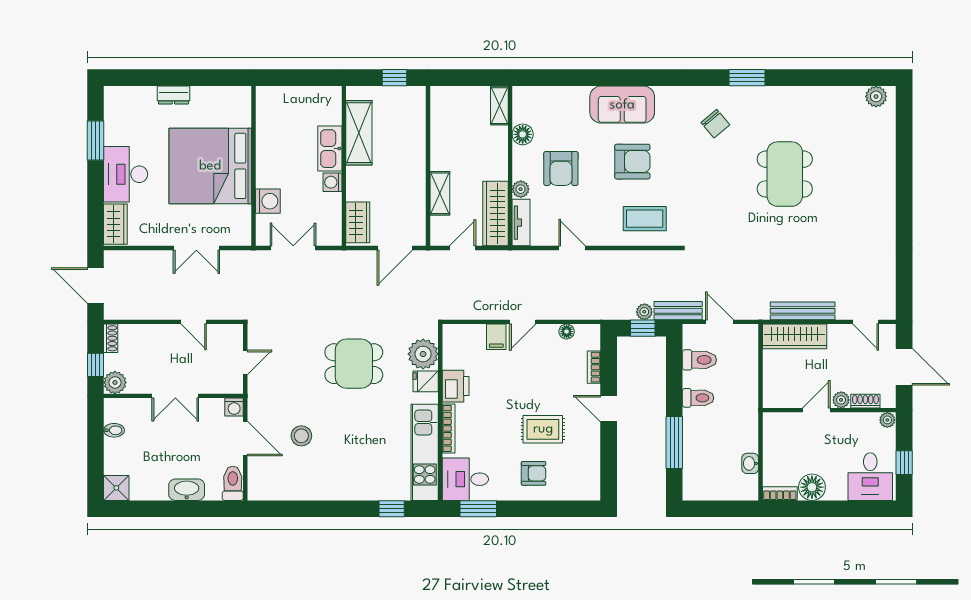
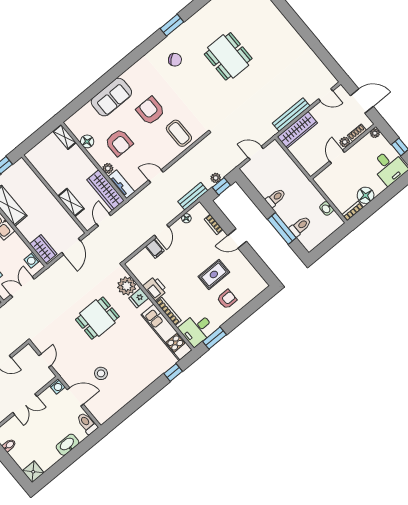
sofa: (622, 105) -> (111, 97), moved
armchair: (632, 162) -> (150, 111), turned -90
washing machine: (332, 182) -> (32, 260), moved
coffee table: (645, 219) -> (179, 133), turned 90
bench: (678, 311) -> (193, 196), moved
toilet: (699, 360) -> (300, 226), moved

